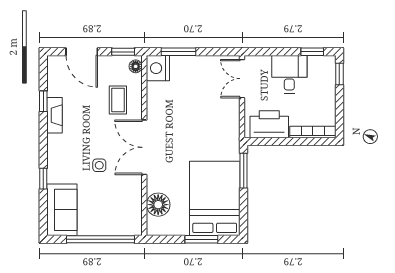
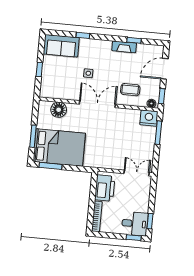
desk: (289, 74) -> (135, 224), moved
window: (244, 171) -> (51, 166), moved
window: (100, 239) -> (39, 69), width x0.32

